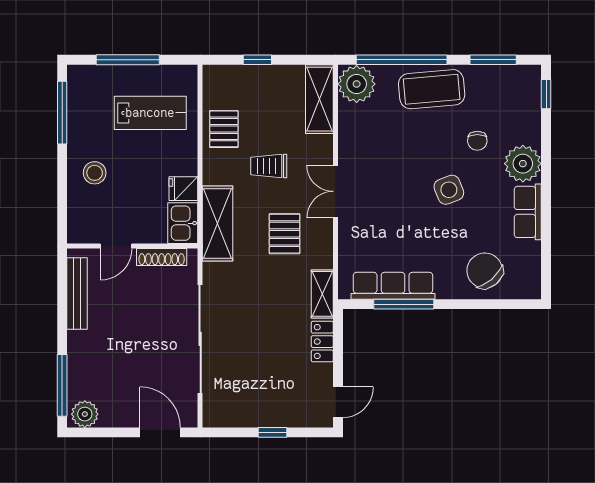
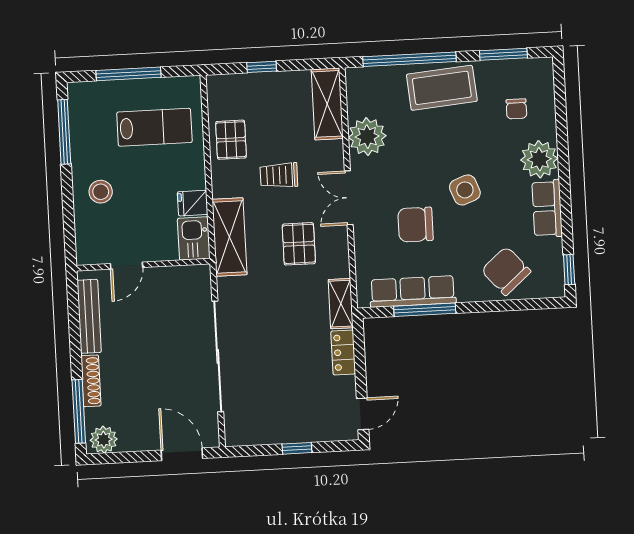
plant: (357, 84) -> (367, 137), moved
window: (546, 94) -> (569, 270), moved
chair: (477, 141) -> (516, 109), moved
chair: (399, 221) -> (415, 225), added
shoe rack: (162, 257) -> (91, 381), moved, turned -90

